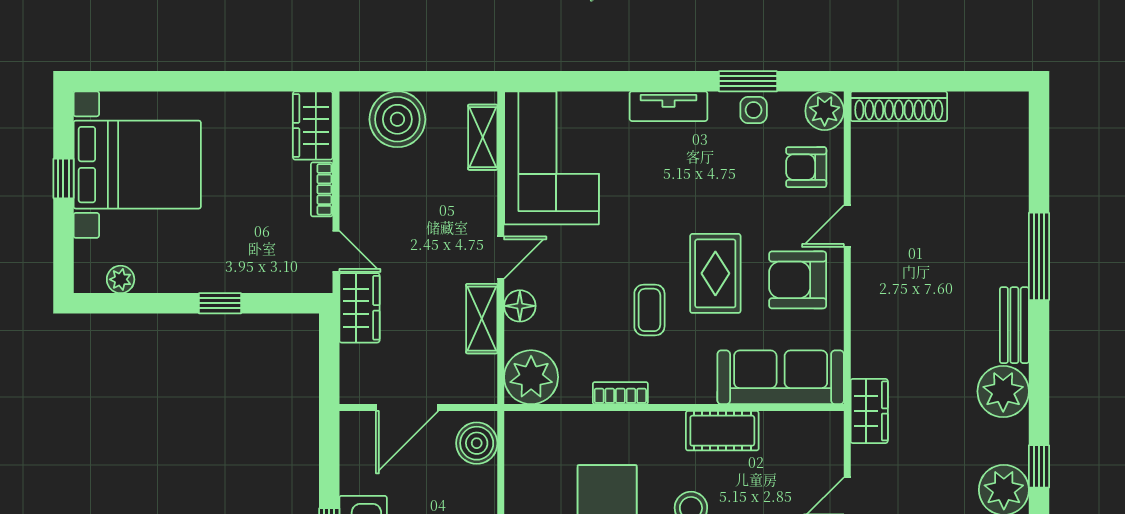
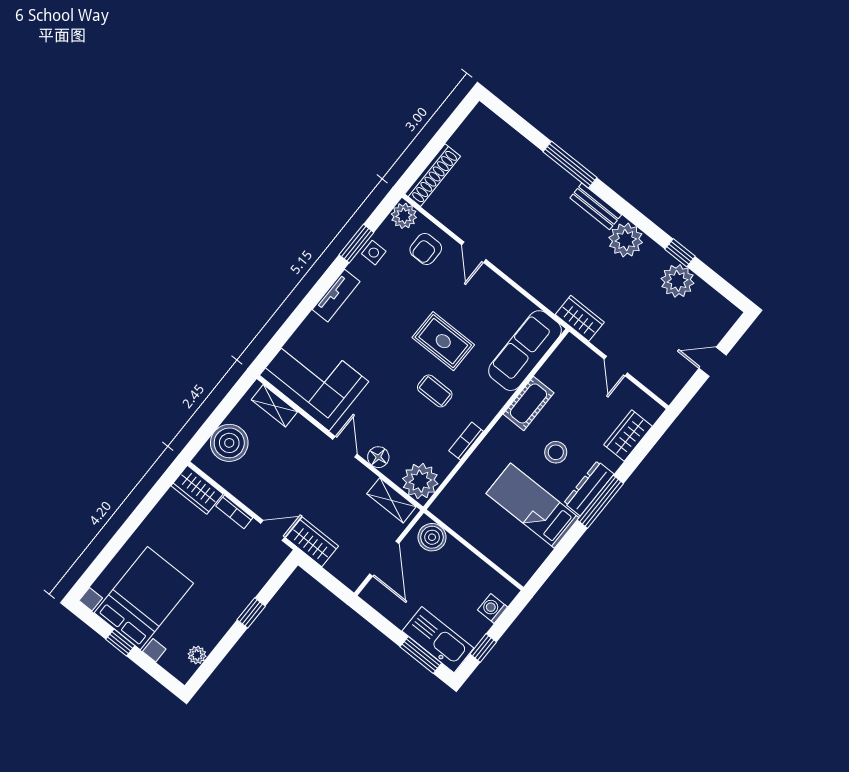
armchair: (798, 280) -> (481, 301), removed
shelving: (482, 319) -> (391, 500), moved

